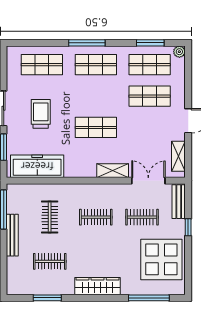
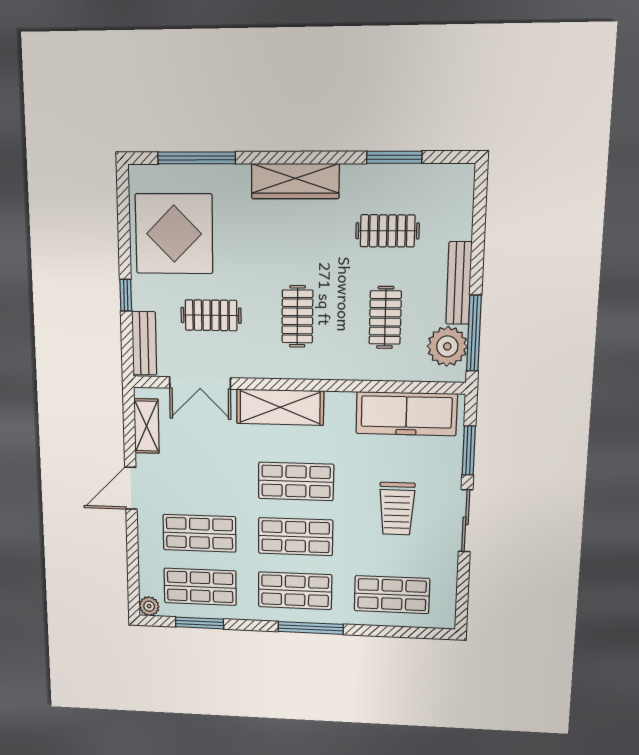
shop shelf: (96, 96) -> (296, 537), added
shelving: (113, 171) -> (280, 407), width x1.50, depth x1.33
plant: (17, 202) -> (447, 346), added
clothes rail: (96, 217) -> (297, 316), turned 90

